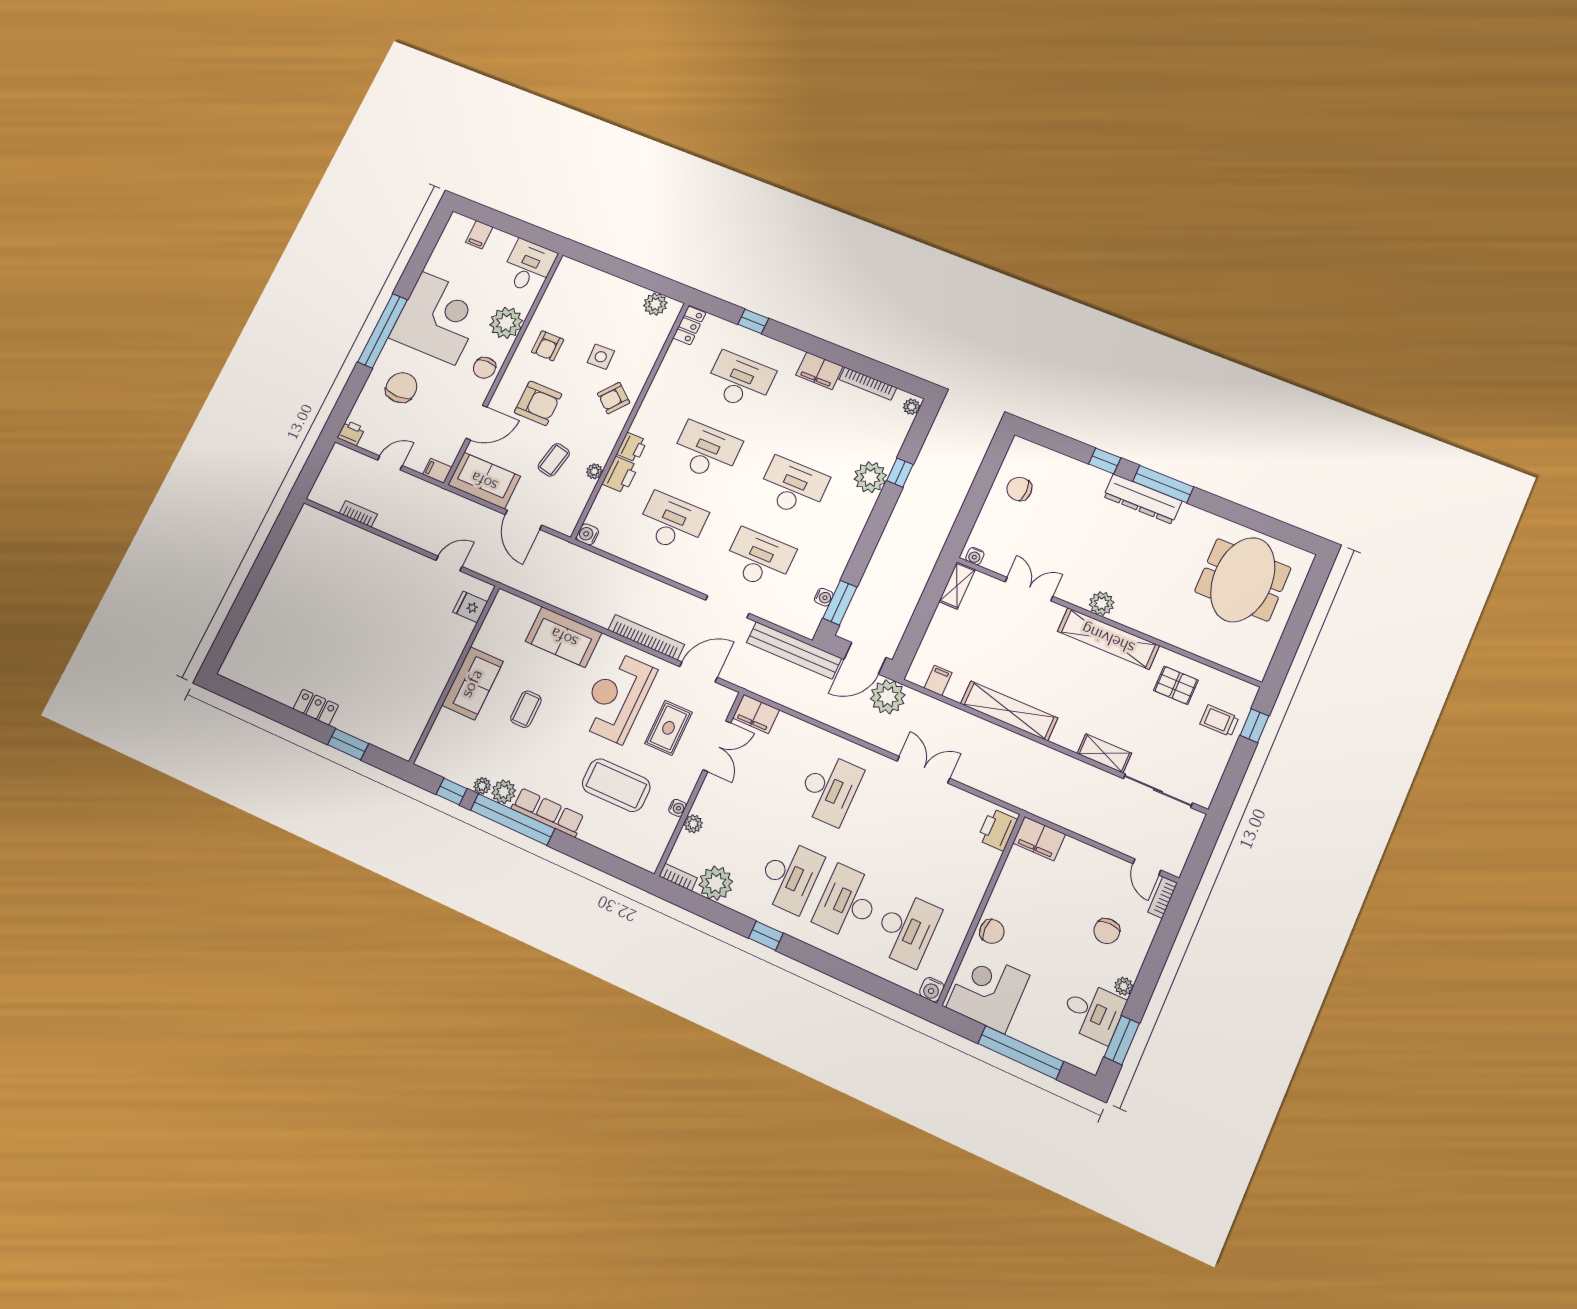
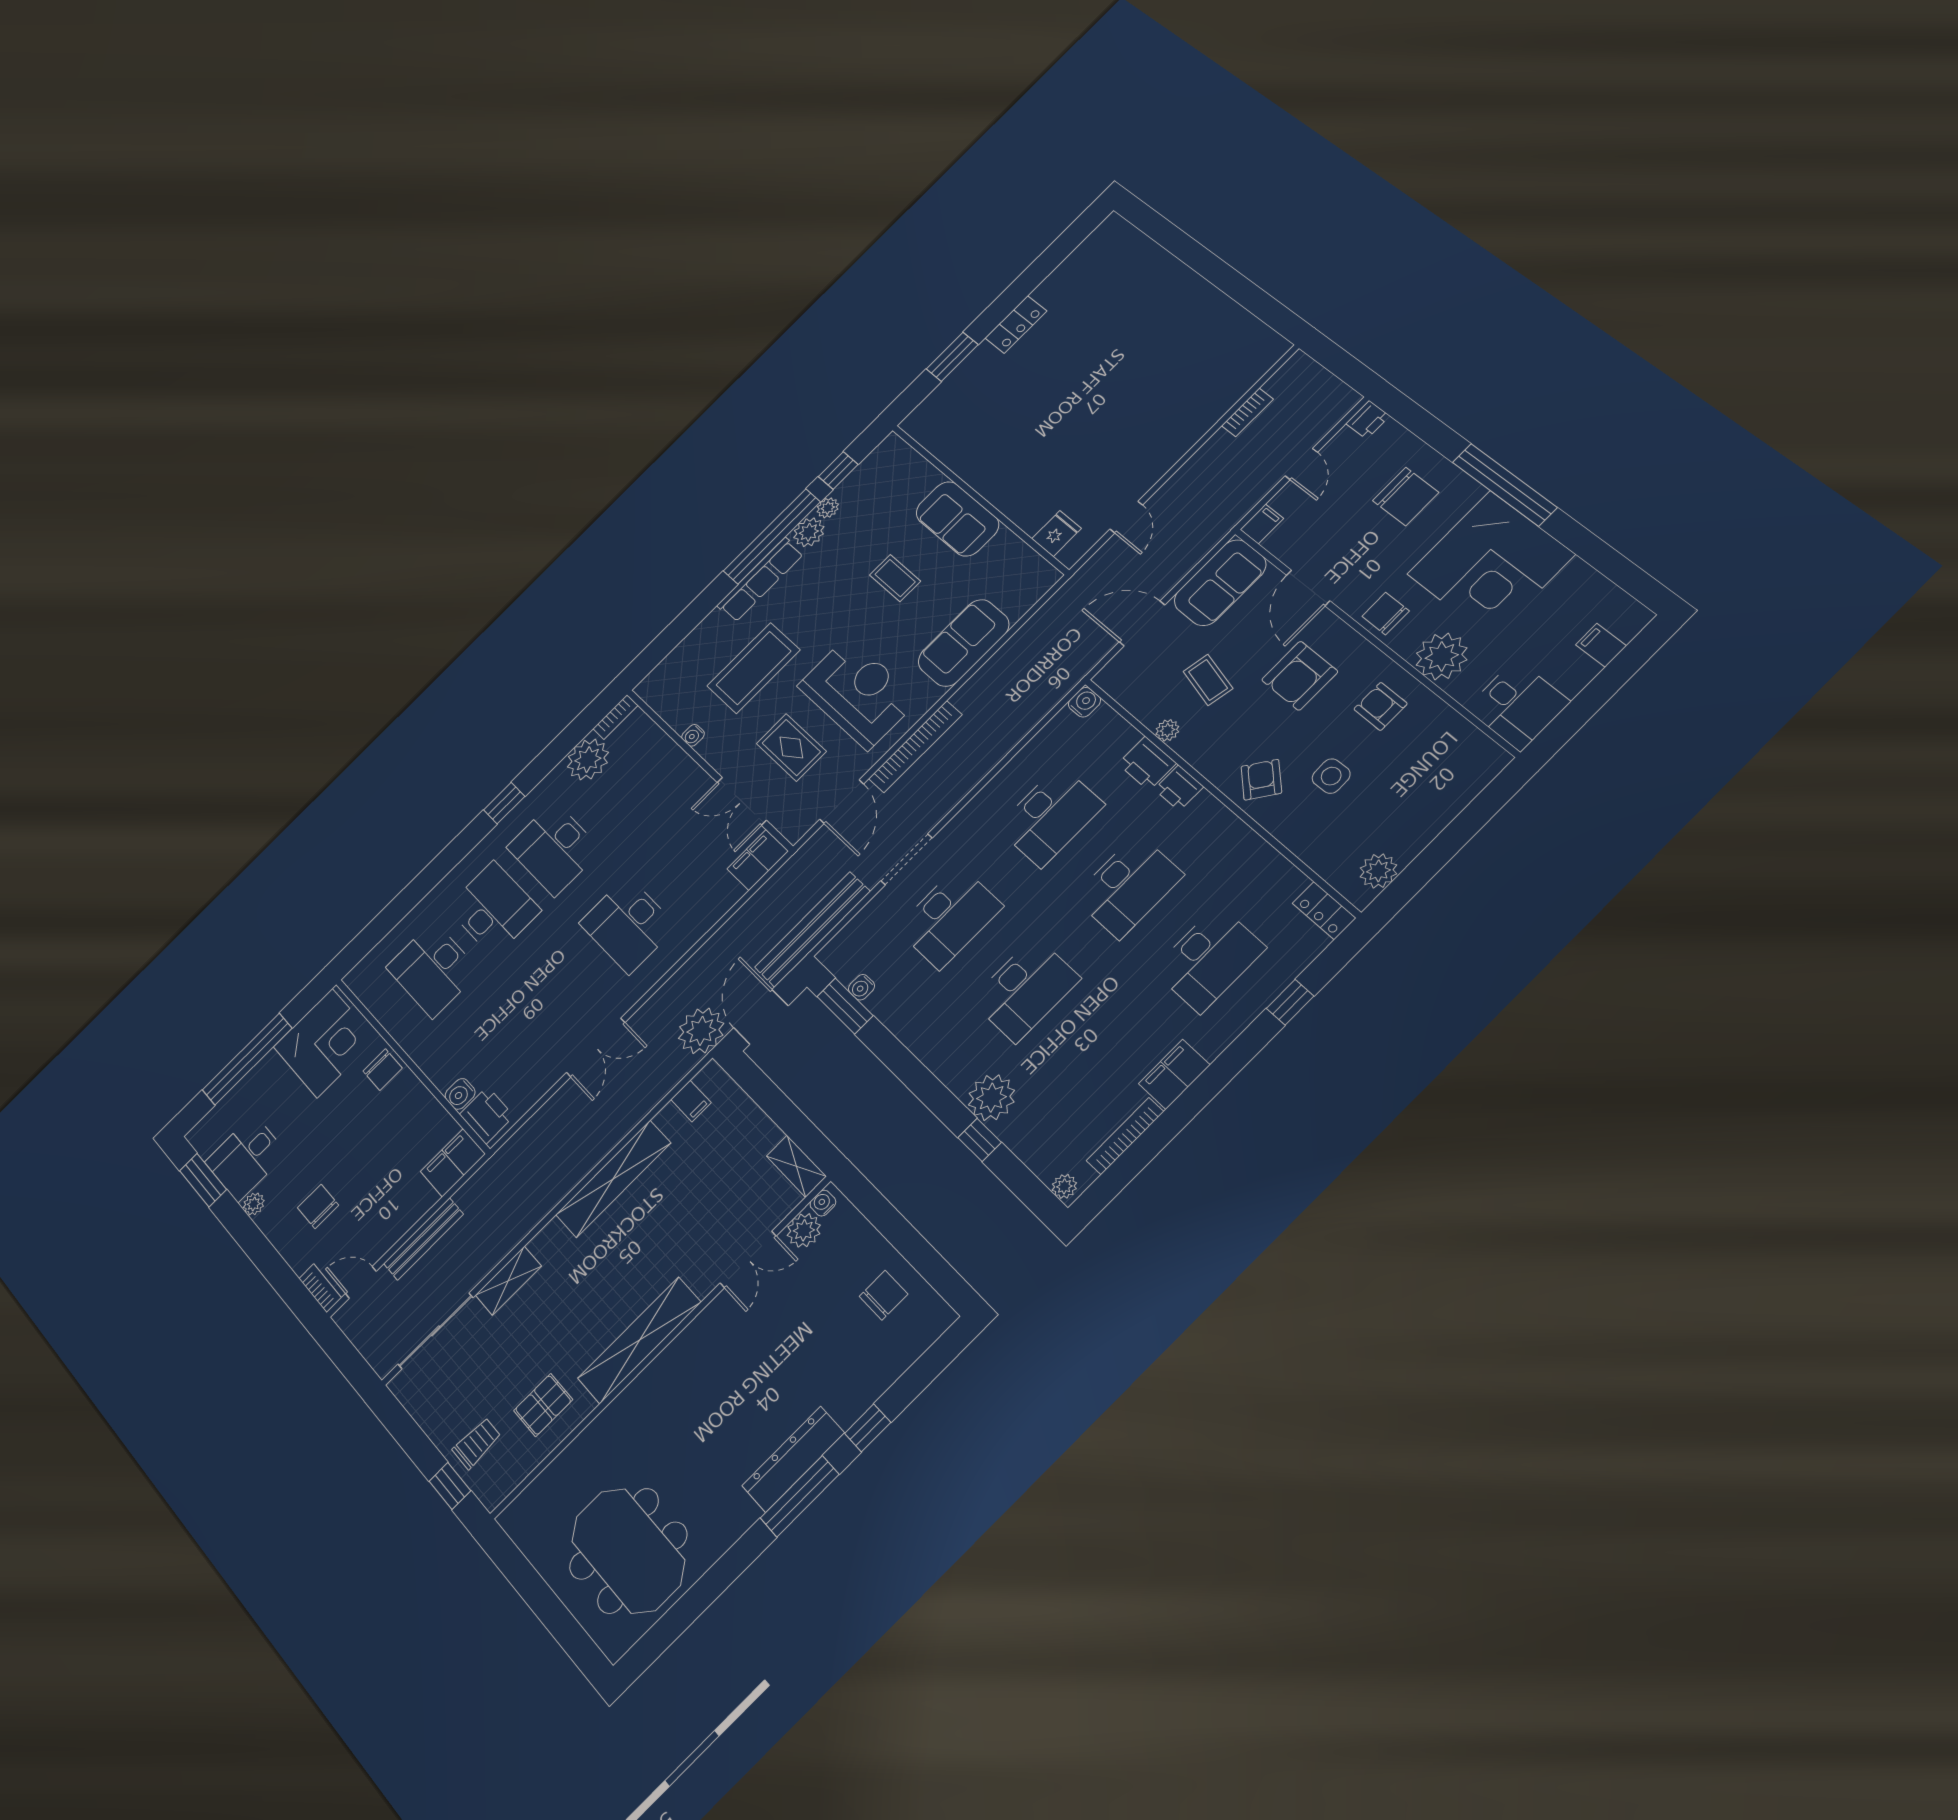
plant: (1102, 604) -> (804, 1230), moved
plant: (693, 824) -> (666, 750), removed
bench: (1099, 833) -> (424, 1239), added
chair: (992, 931) -> (383, 1070), turned -90
water cooler: (932, 989) -> (460, 1094), moved, turned -90

